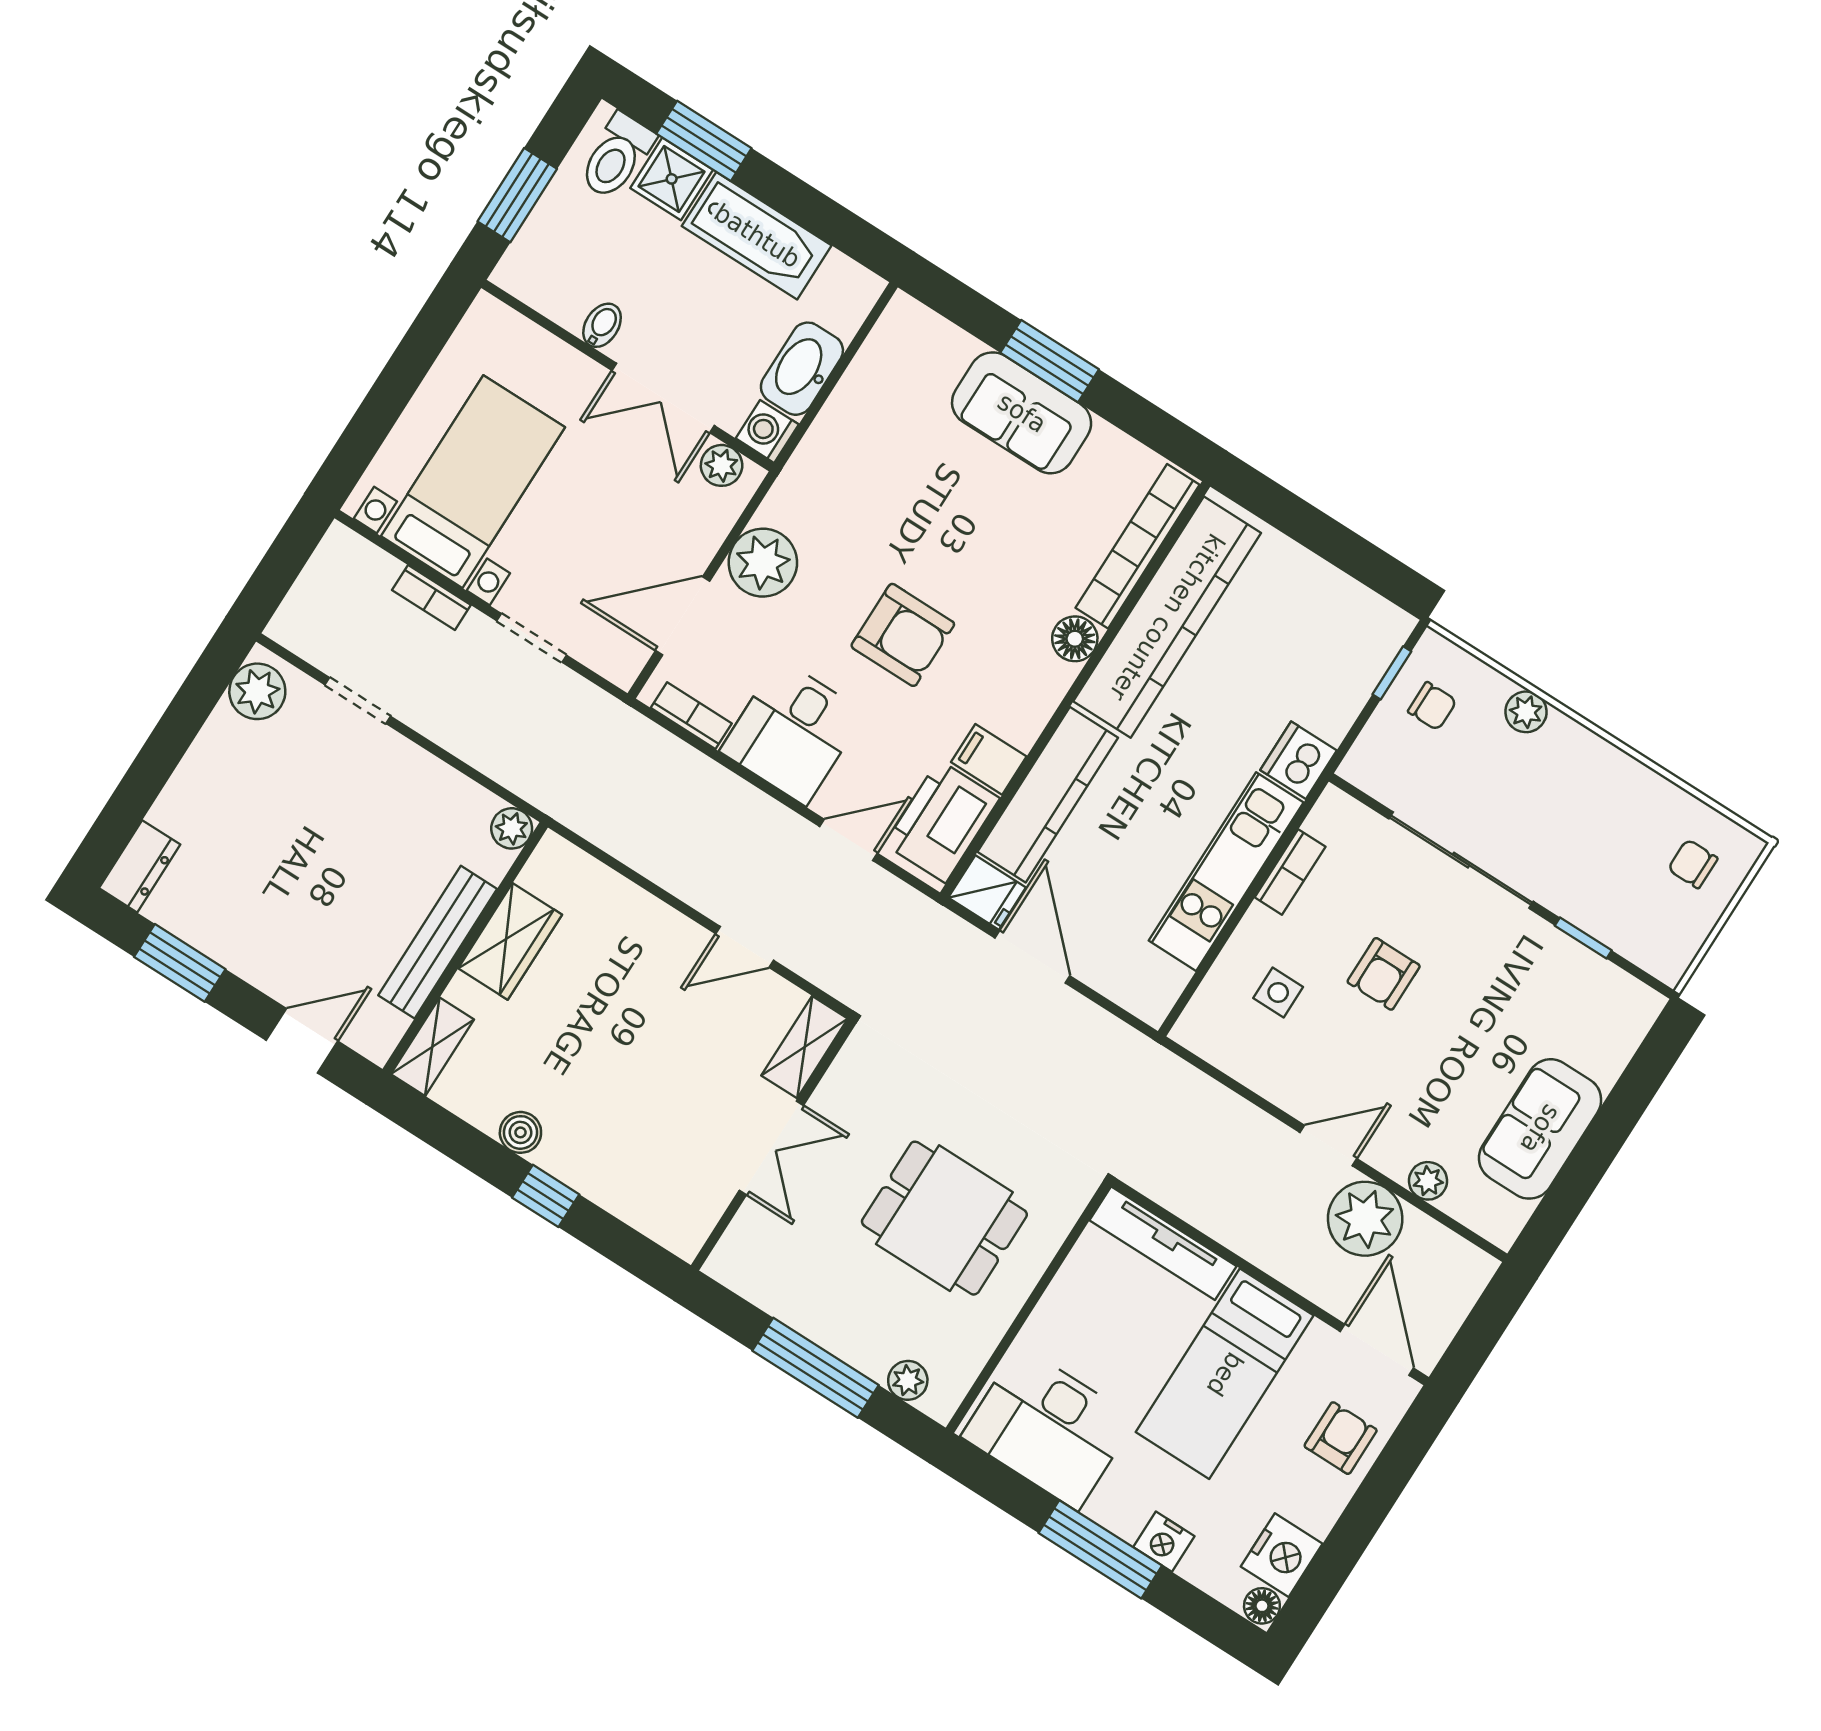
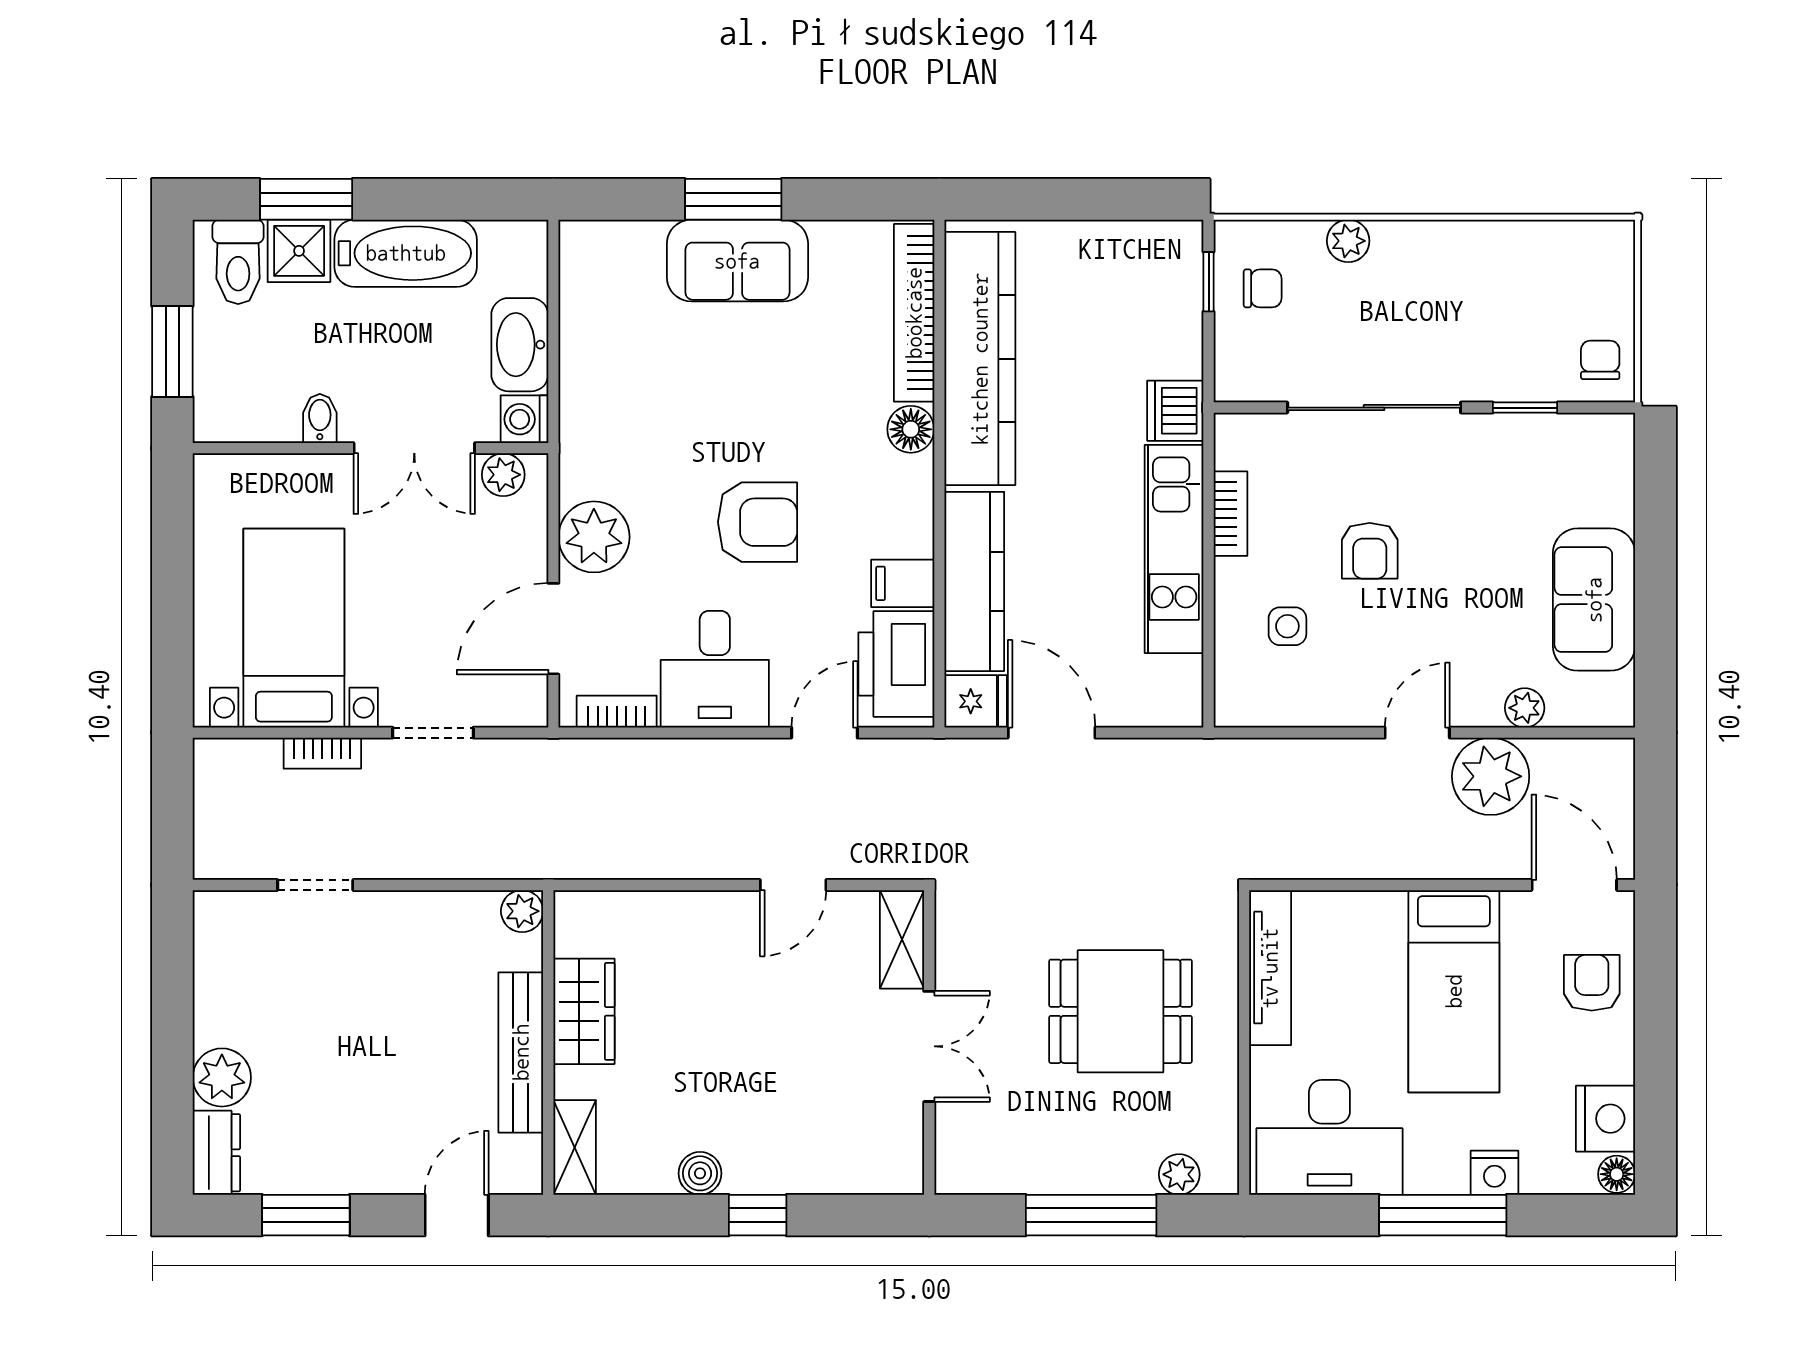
plant: (257, 691) -> (222, 1077), moved
chair: (1693, 864) -> (1600, 360), moved, turned 90
tv unit: (1163, 1243) -> (1270, 968), moved, turned -90

